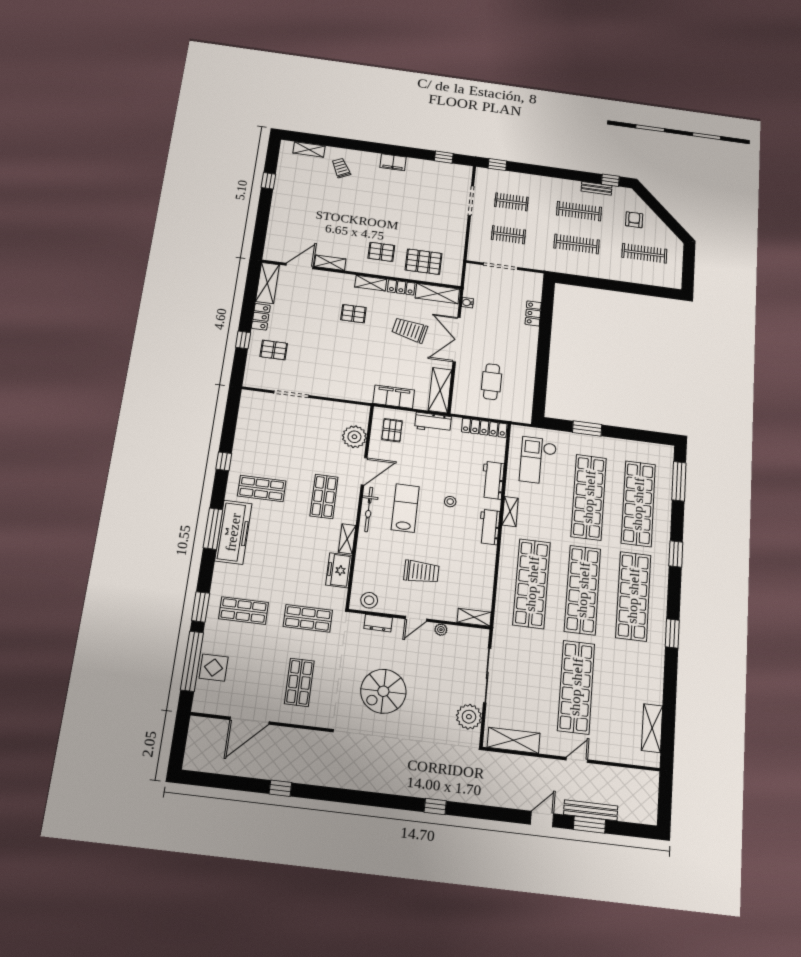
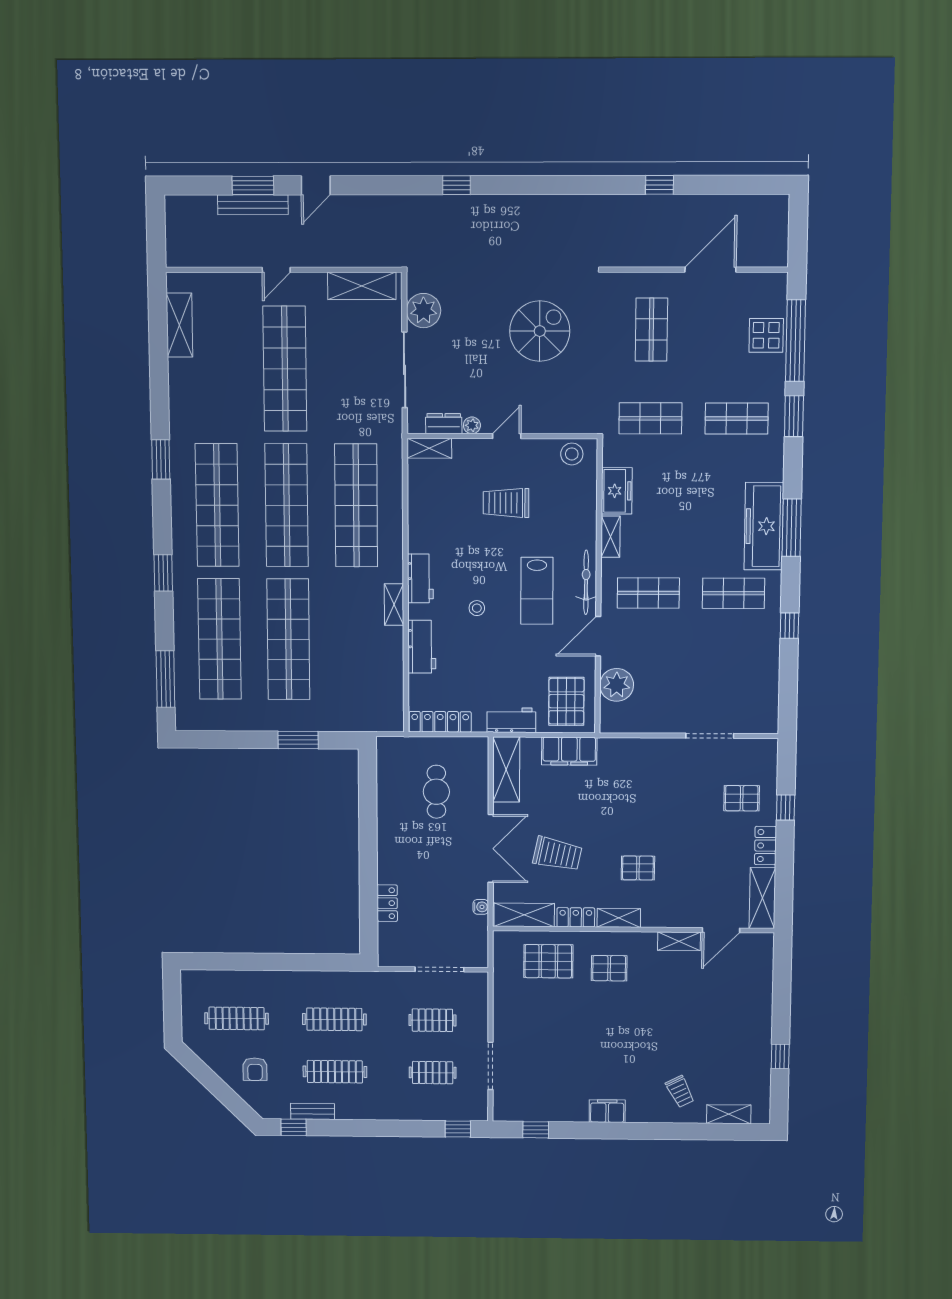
pallet: (392, 430) -> (566, 701), width x1.50, depth x1.42
checkout: (538, 461) -> (362, 684), removed
shop shelf: (324, 496) -> (648, 593), turned 90
dresser: (378, 623) -> (444, 424), moved

